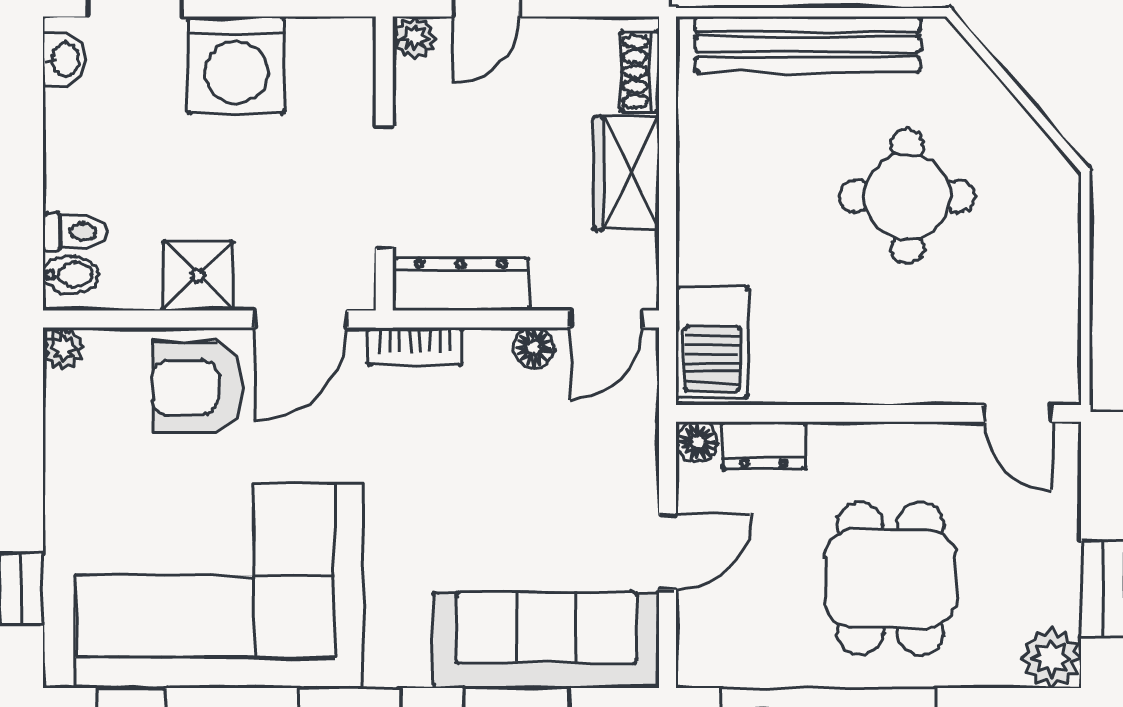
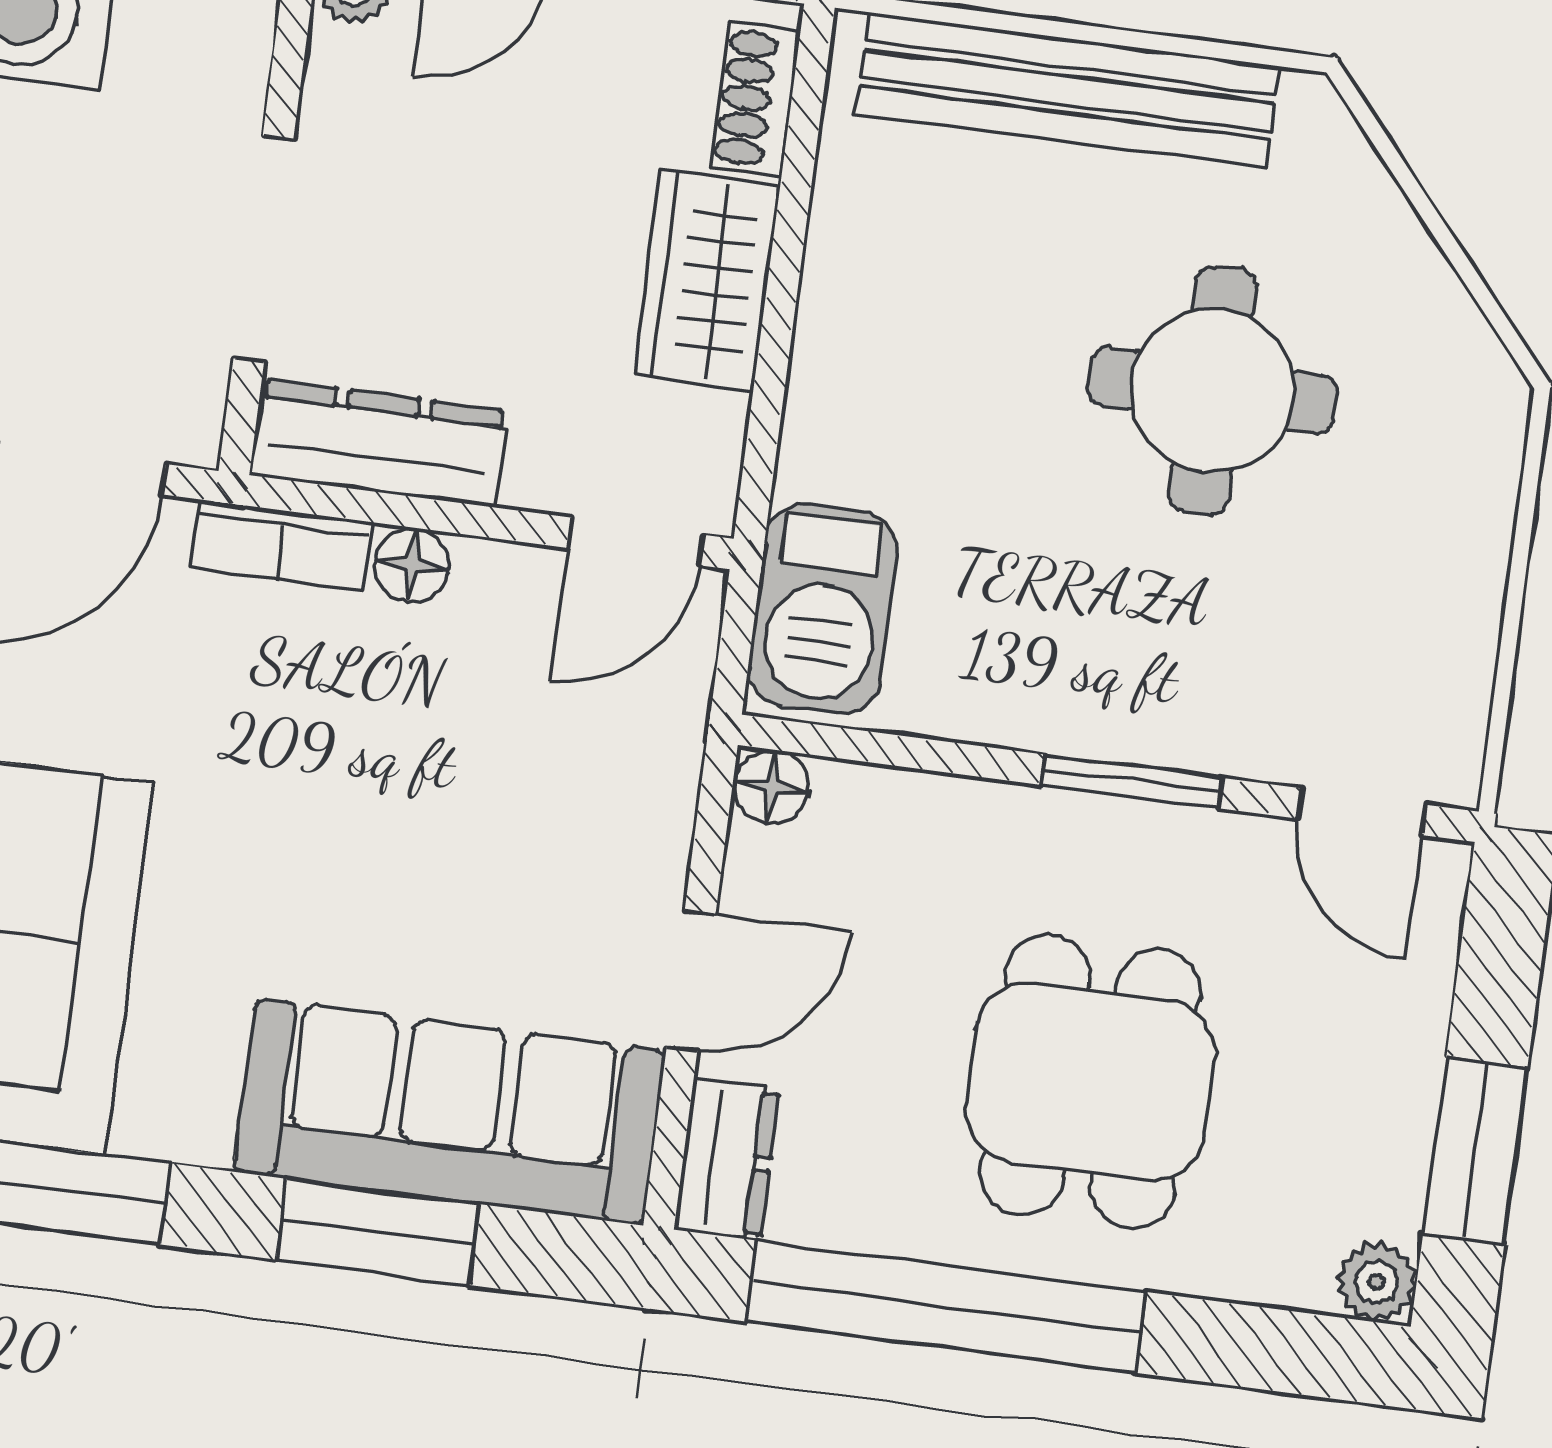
floor lamp: (534, 348) -> (412, 565), moved
window: (891, 413) -> (1131, 781), added
dresser: (764, 445) -> (727, 1159), moved, turned -90
plant: (1051, 658) -> (1377, 1282), width x0.73, depth x0.73

